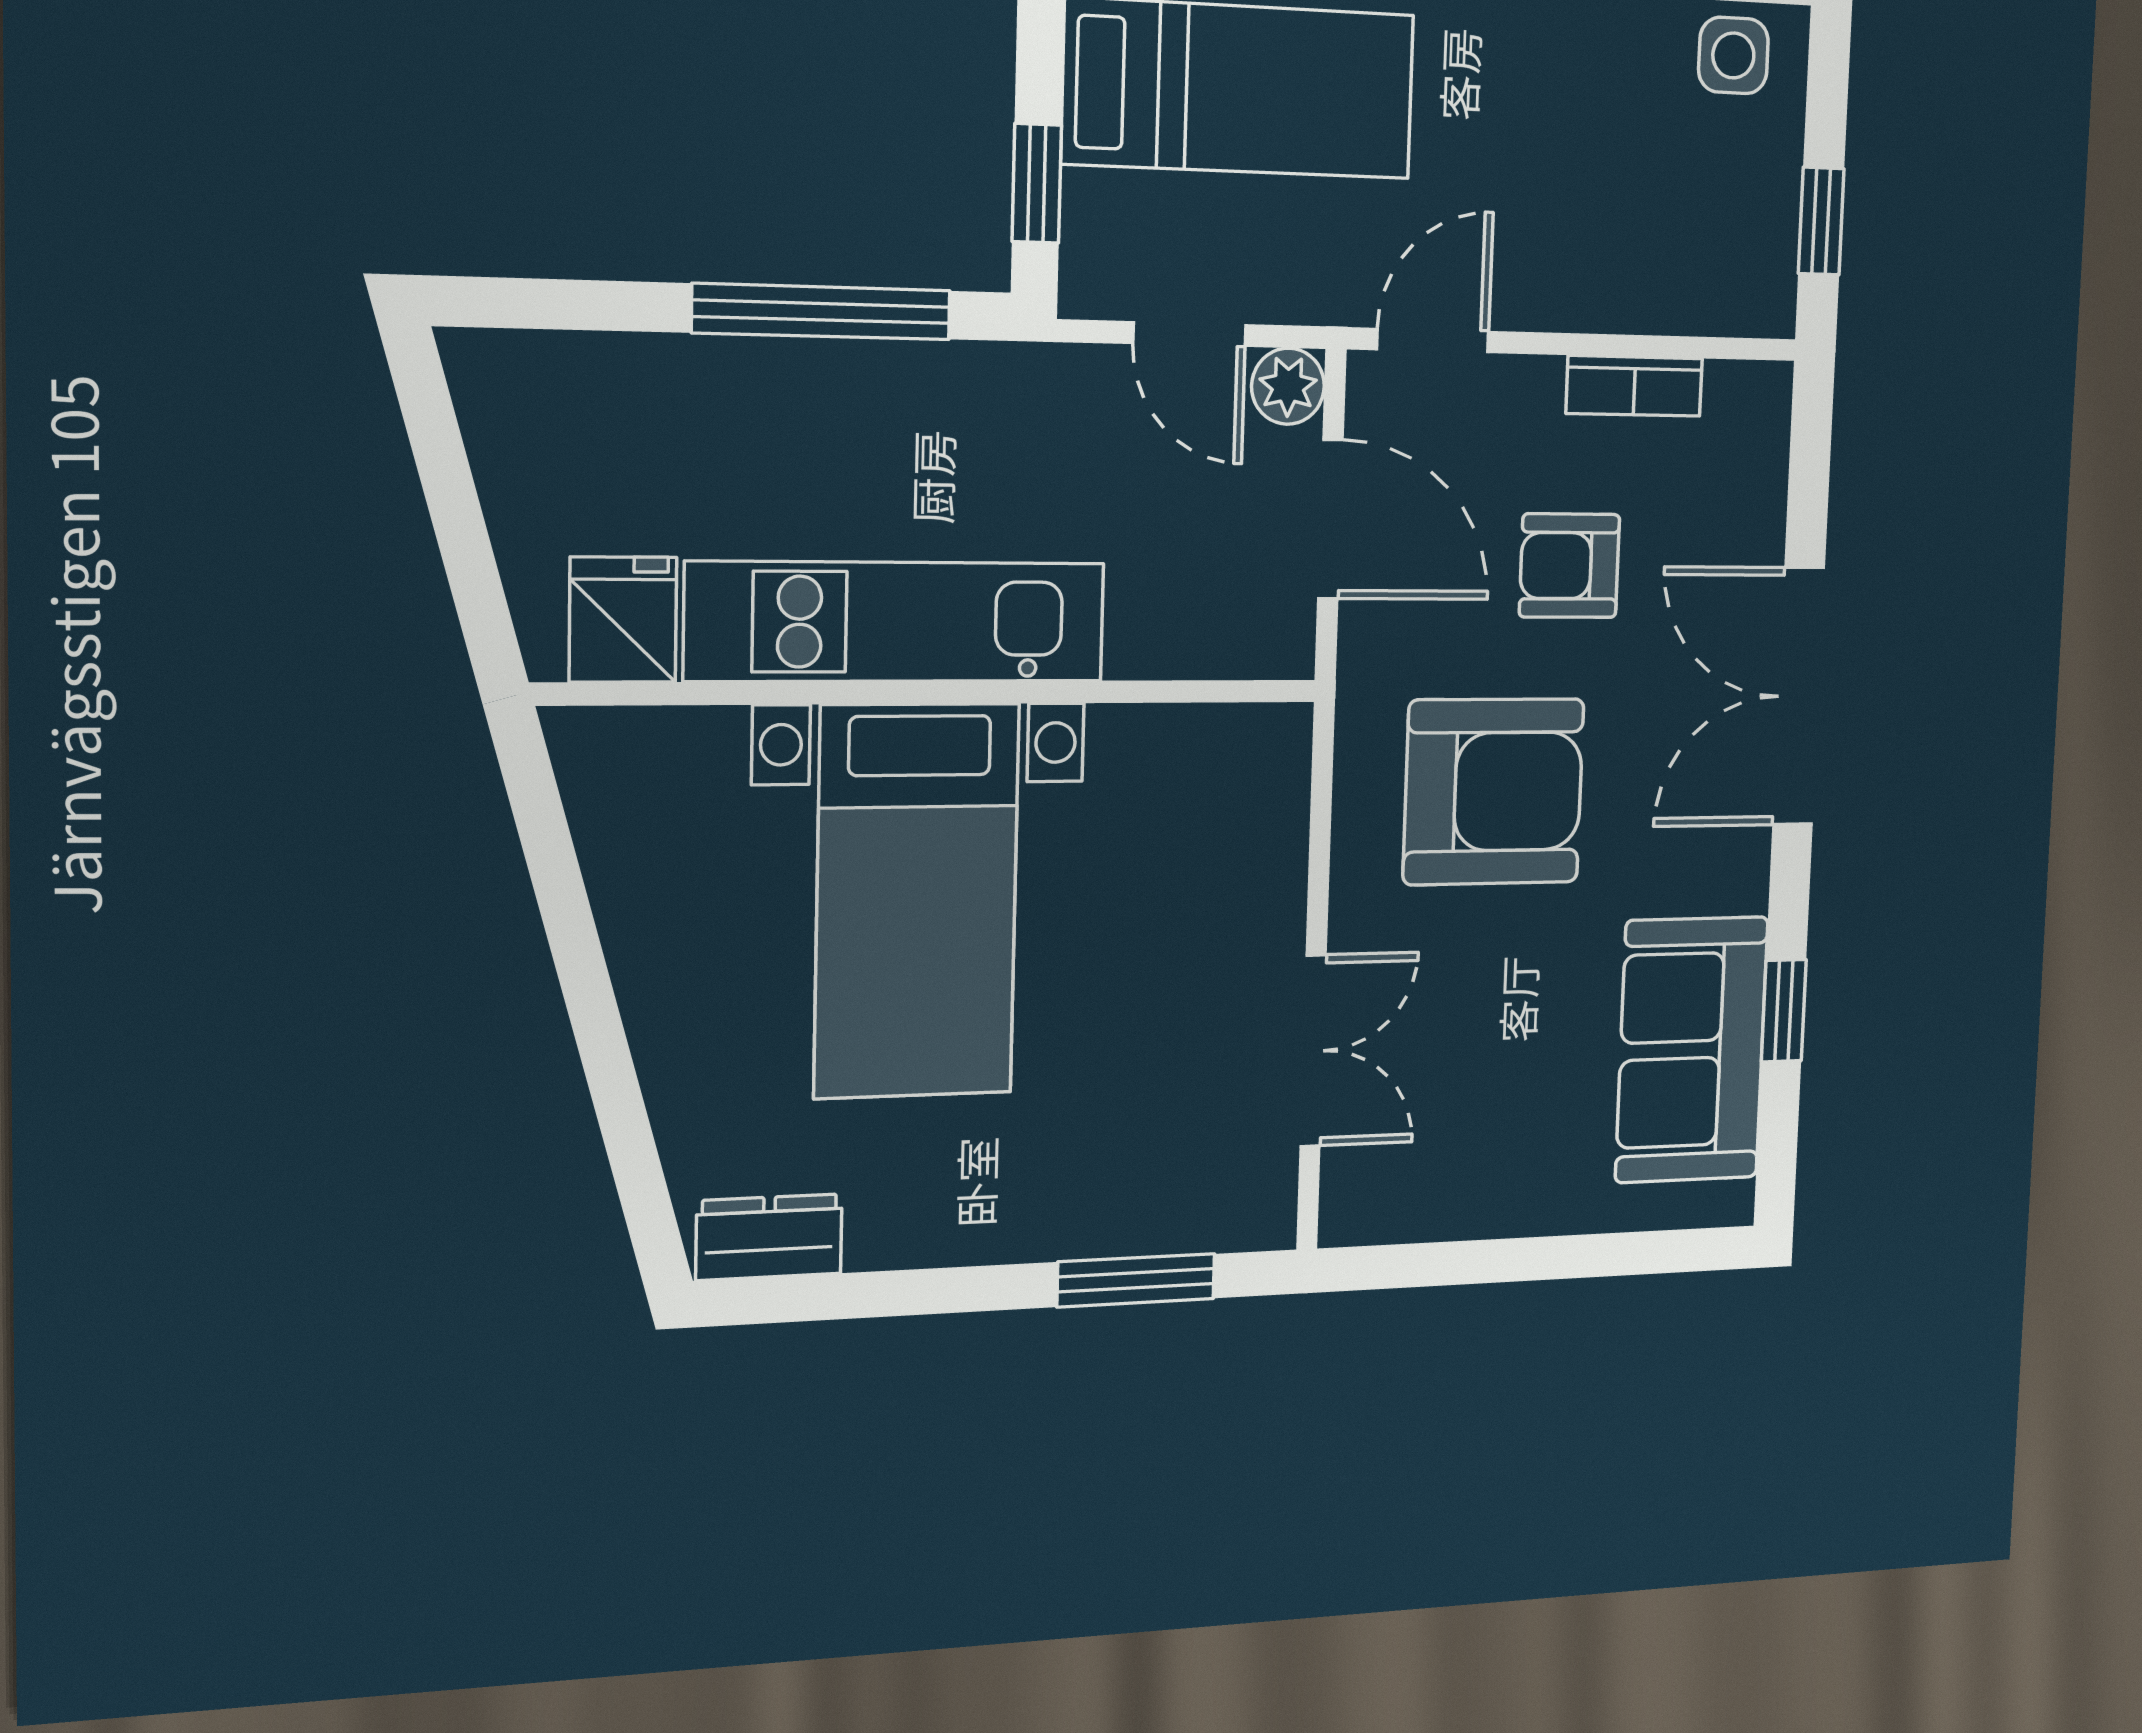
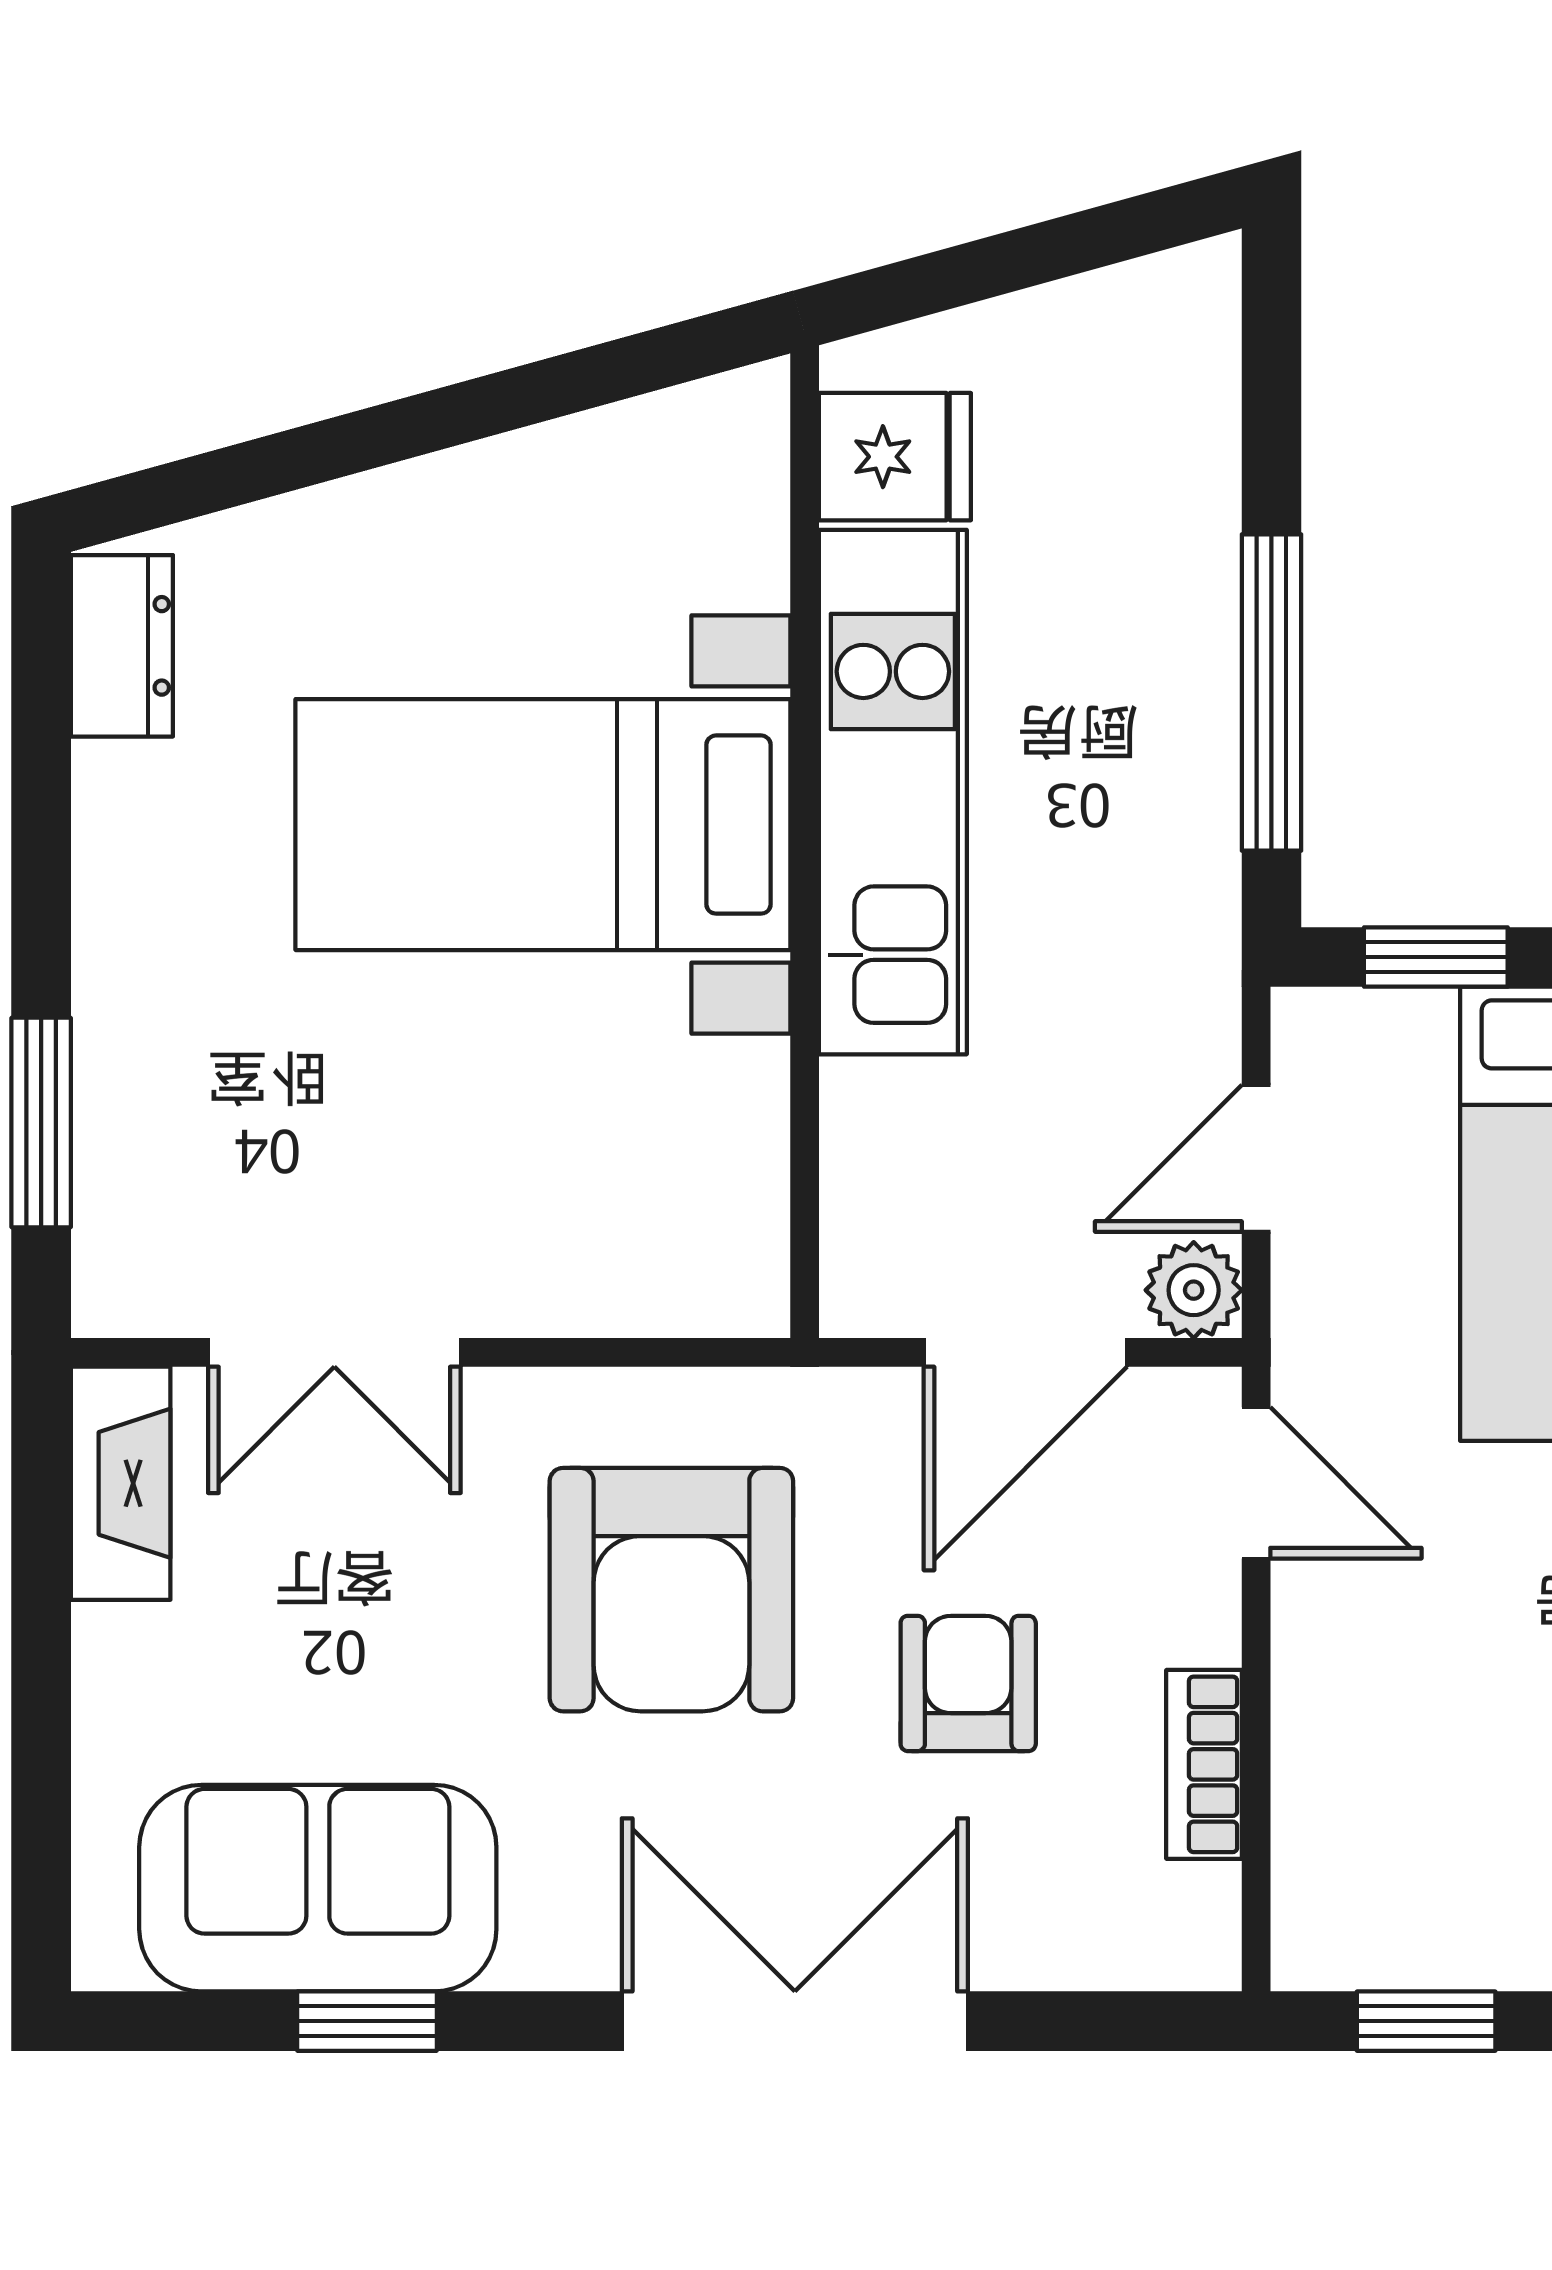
fireplace: (1402, 1207) -> (121, 1483), added

